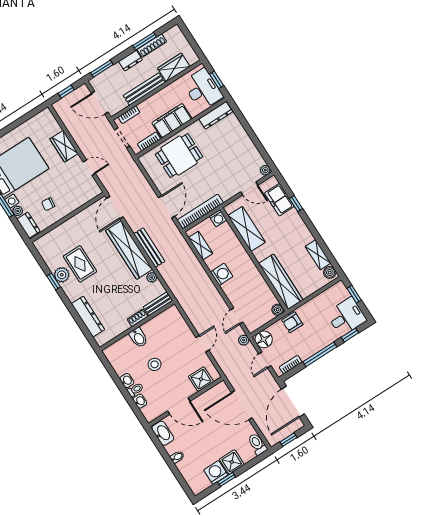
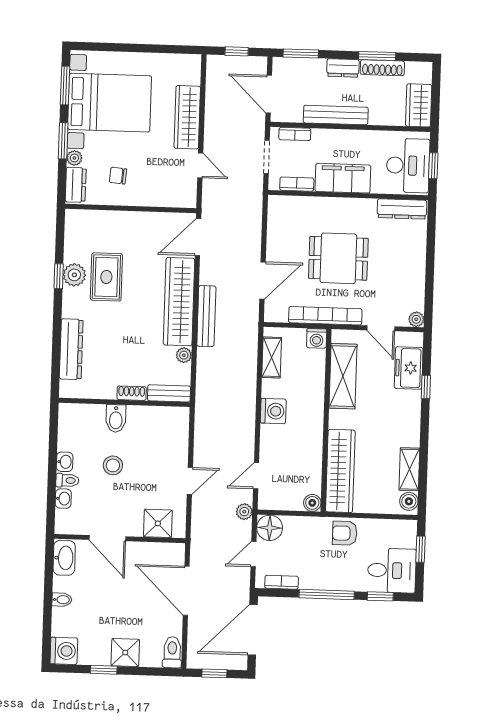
wardrobe: (174, 67) -> (419, 105), moved, turned -90
wardrobe: (64, 146) -> (187, 117), width x1.50
dining table: (179, 156) -> (338, 258), moved
bookcase: (200, 211) -> (325, 316), moved
armchair: (292, 322) -> (345, 533), moved
washing machine: (216, 472) -> (64, 651), moved, turned 90

